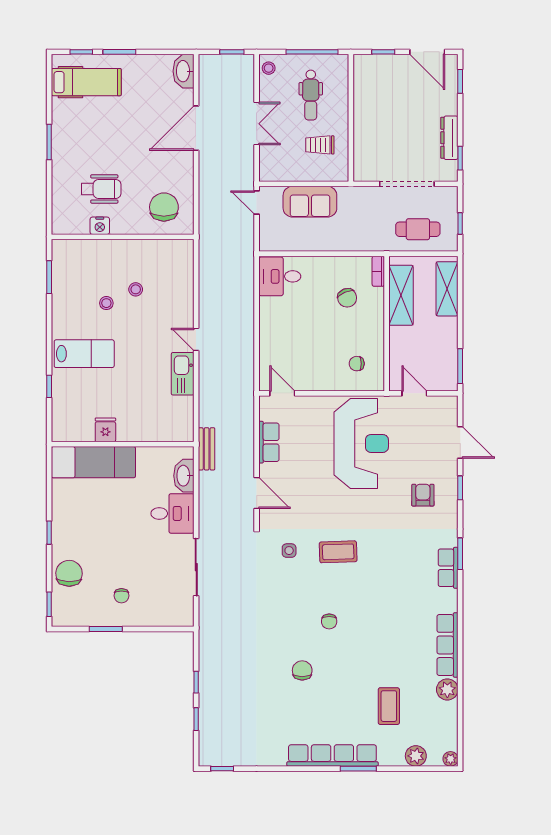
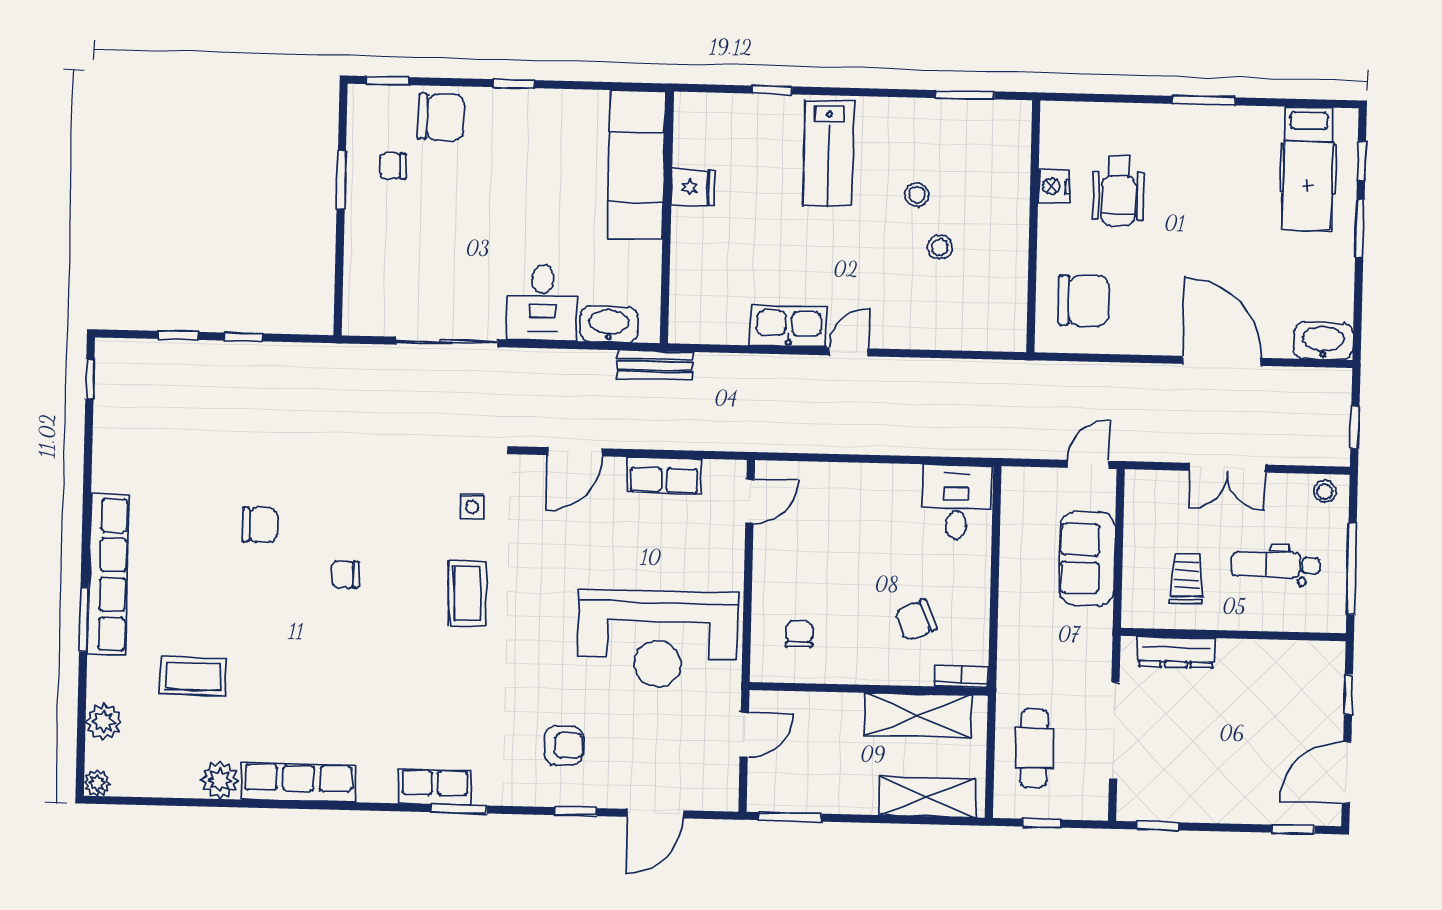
dresser: (449, 138) -> (1176, 652), moved, turned 180
chair: (121, 596) -> (393, 166), moved

